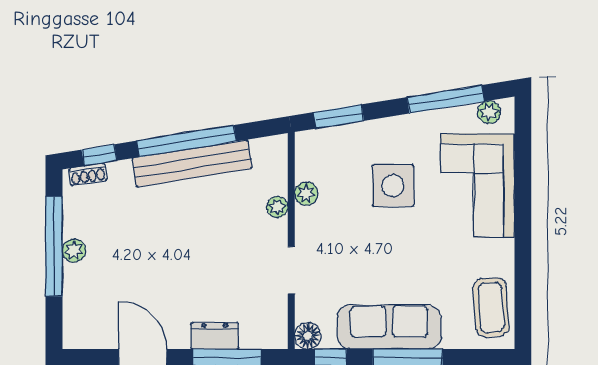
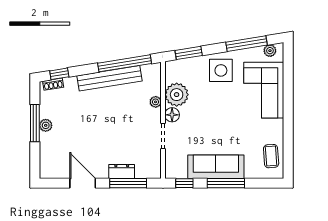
window: (186, 141) -> (125, 63), moved
side table: (393, 186) -> (221, 70), moved
plant: (306, 194) -> (177, 95), width x1.87, depth x1.87
window: (54, 246) -> (35, 123), width x0.68
coffee table: (491, 307) -> (271, 156), width x0.73, depth x0.77
floor lamp: (308, 336) -> (172, 115), moved

